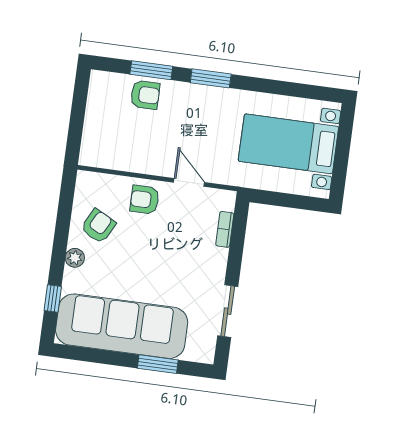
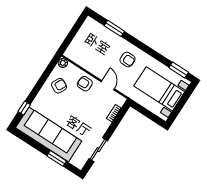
window: (211, 78) -> (179, 70), moved
armchair: (145, 95) -> (127, 60), moved
plant: (75, 258) -> (63, 63), moved

